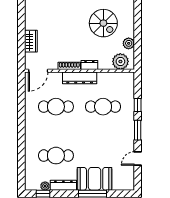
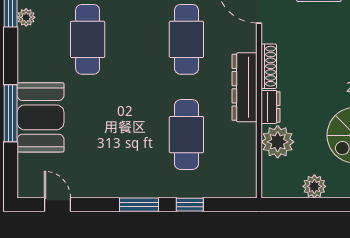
plant: (120, 61) -> (278, 142), moved
door: (138, 158) -> (57, 205), moved
dresser: (63, 185) -> (28, 54), removed

